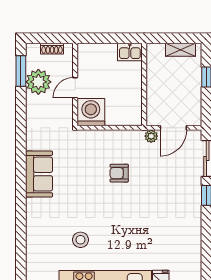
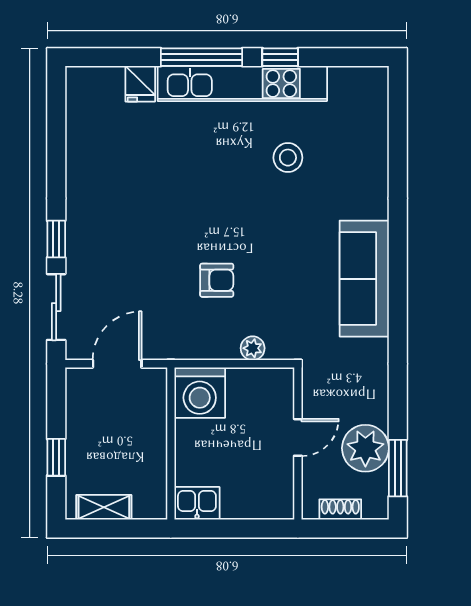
washing machine: (91, 112) -> (200, 393), moved
plant: (151, 136) -> (253, 348), moved
sofa: (39, 174) -> (364, 279), width x1.36

